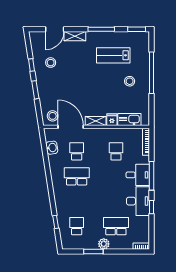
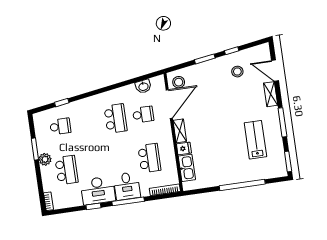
stool: (130, 81) -> (229, 162), removed
school desk: (116, 151) -> (149, 158), width x1.85

